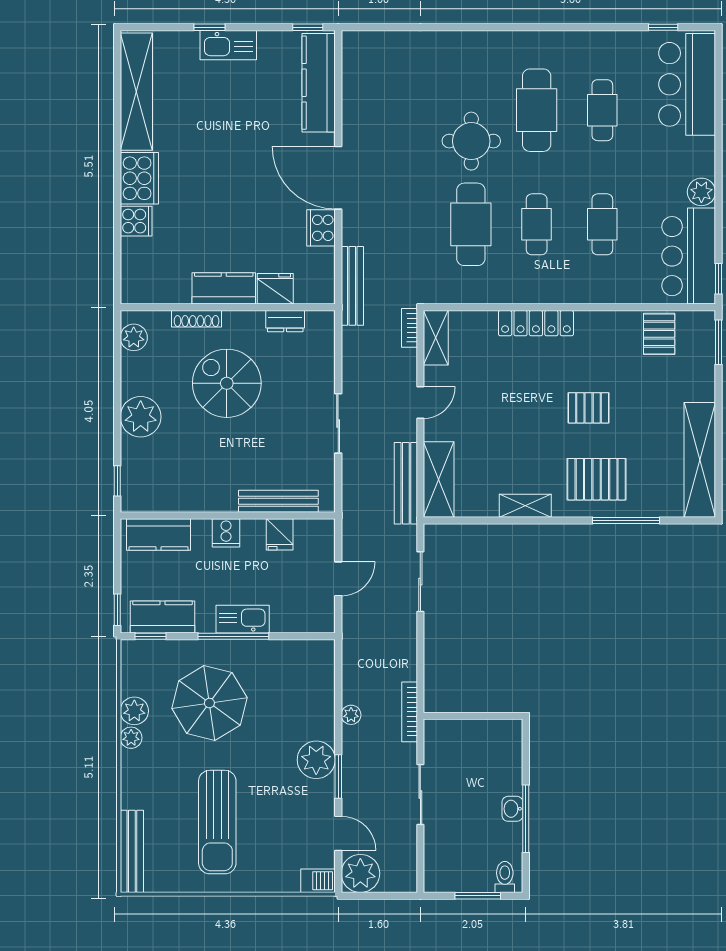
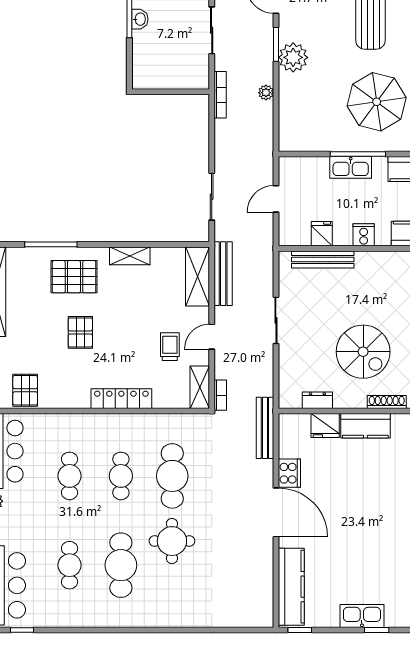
trolley: (474, 390) -> (170, 347), added
pallet: (589, 408) -> (80, 332), turned 90

